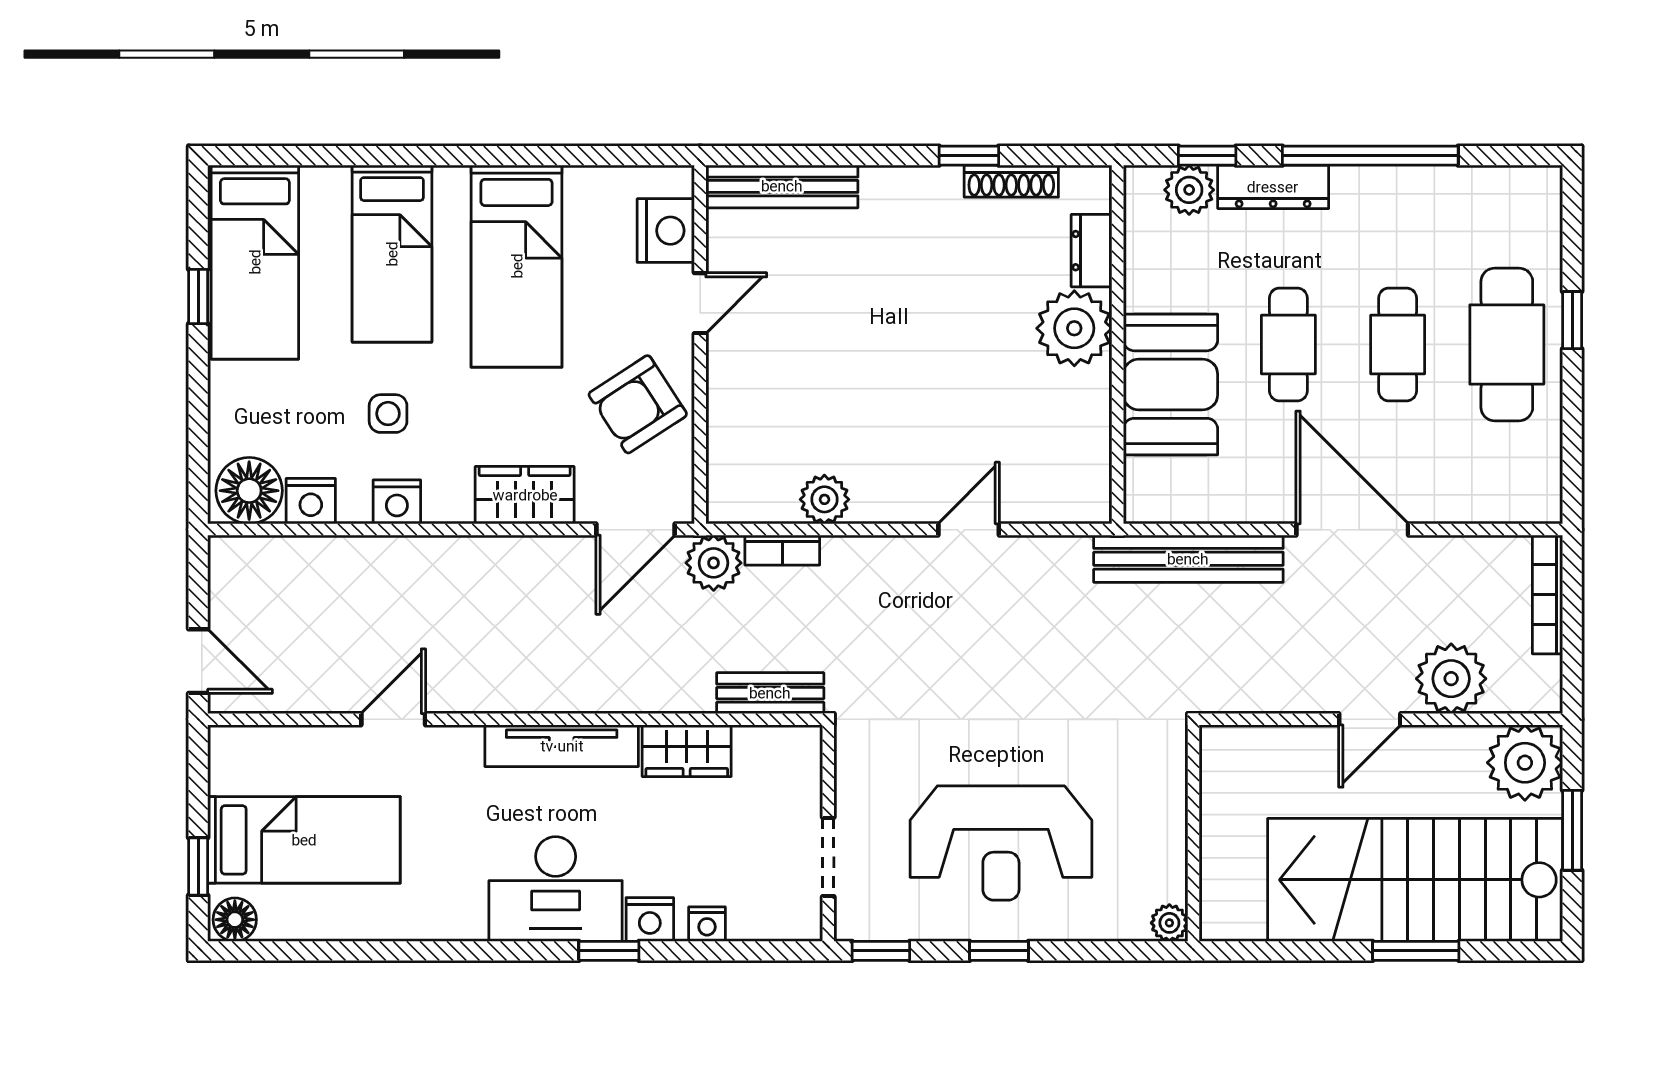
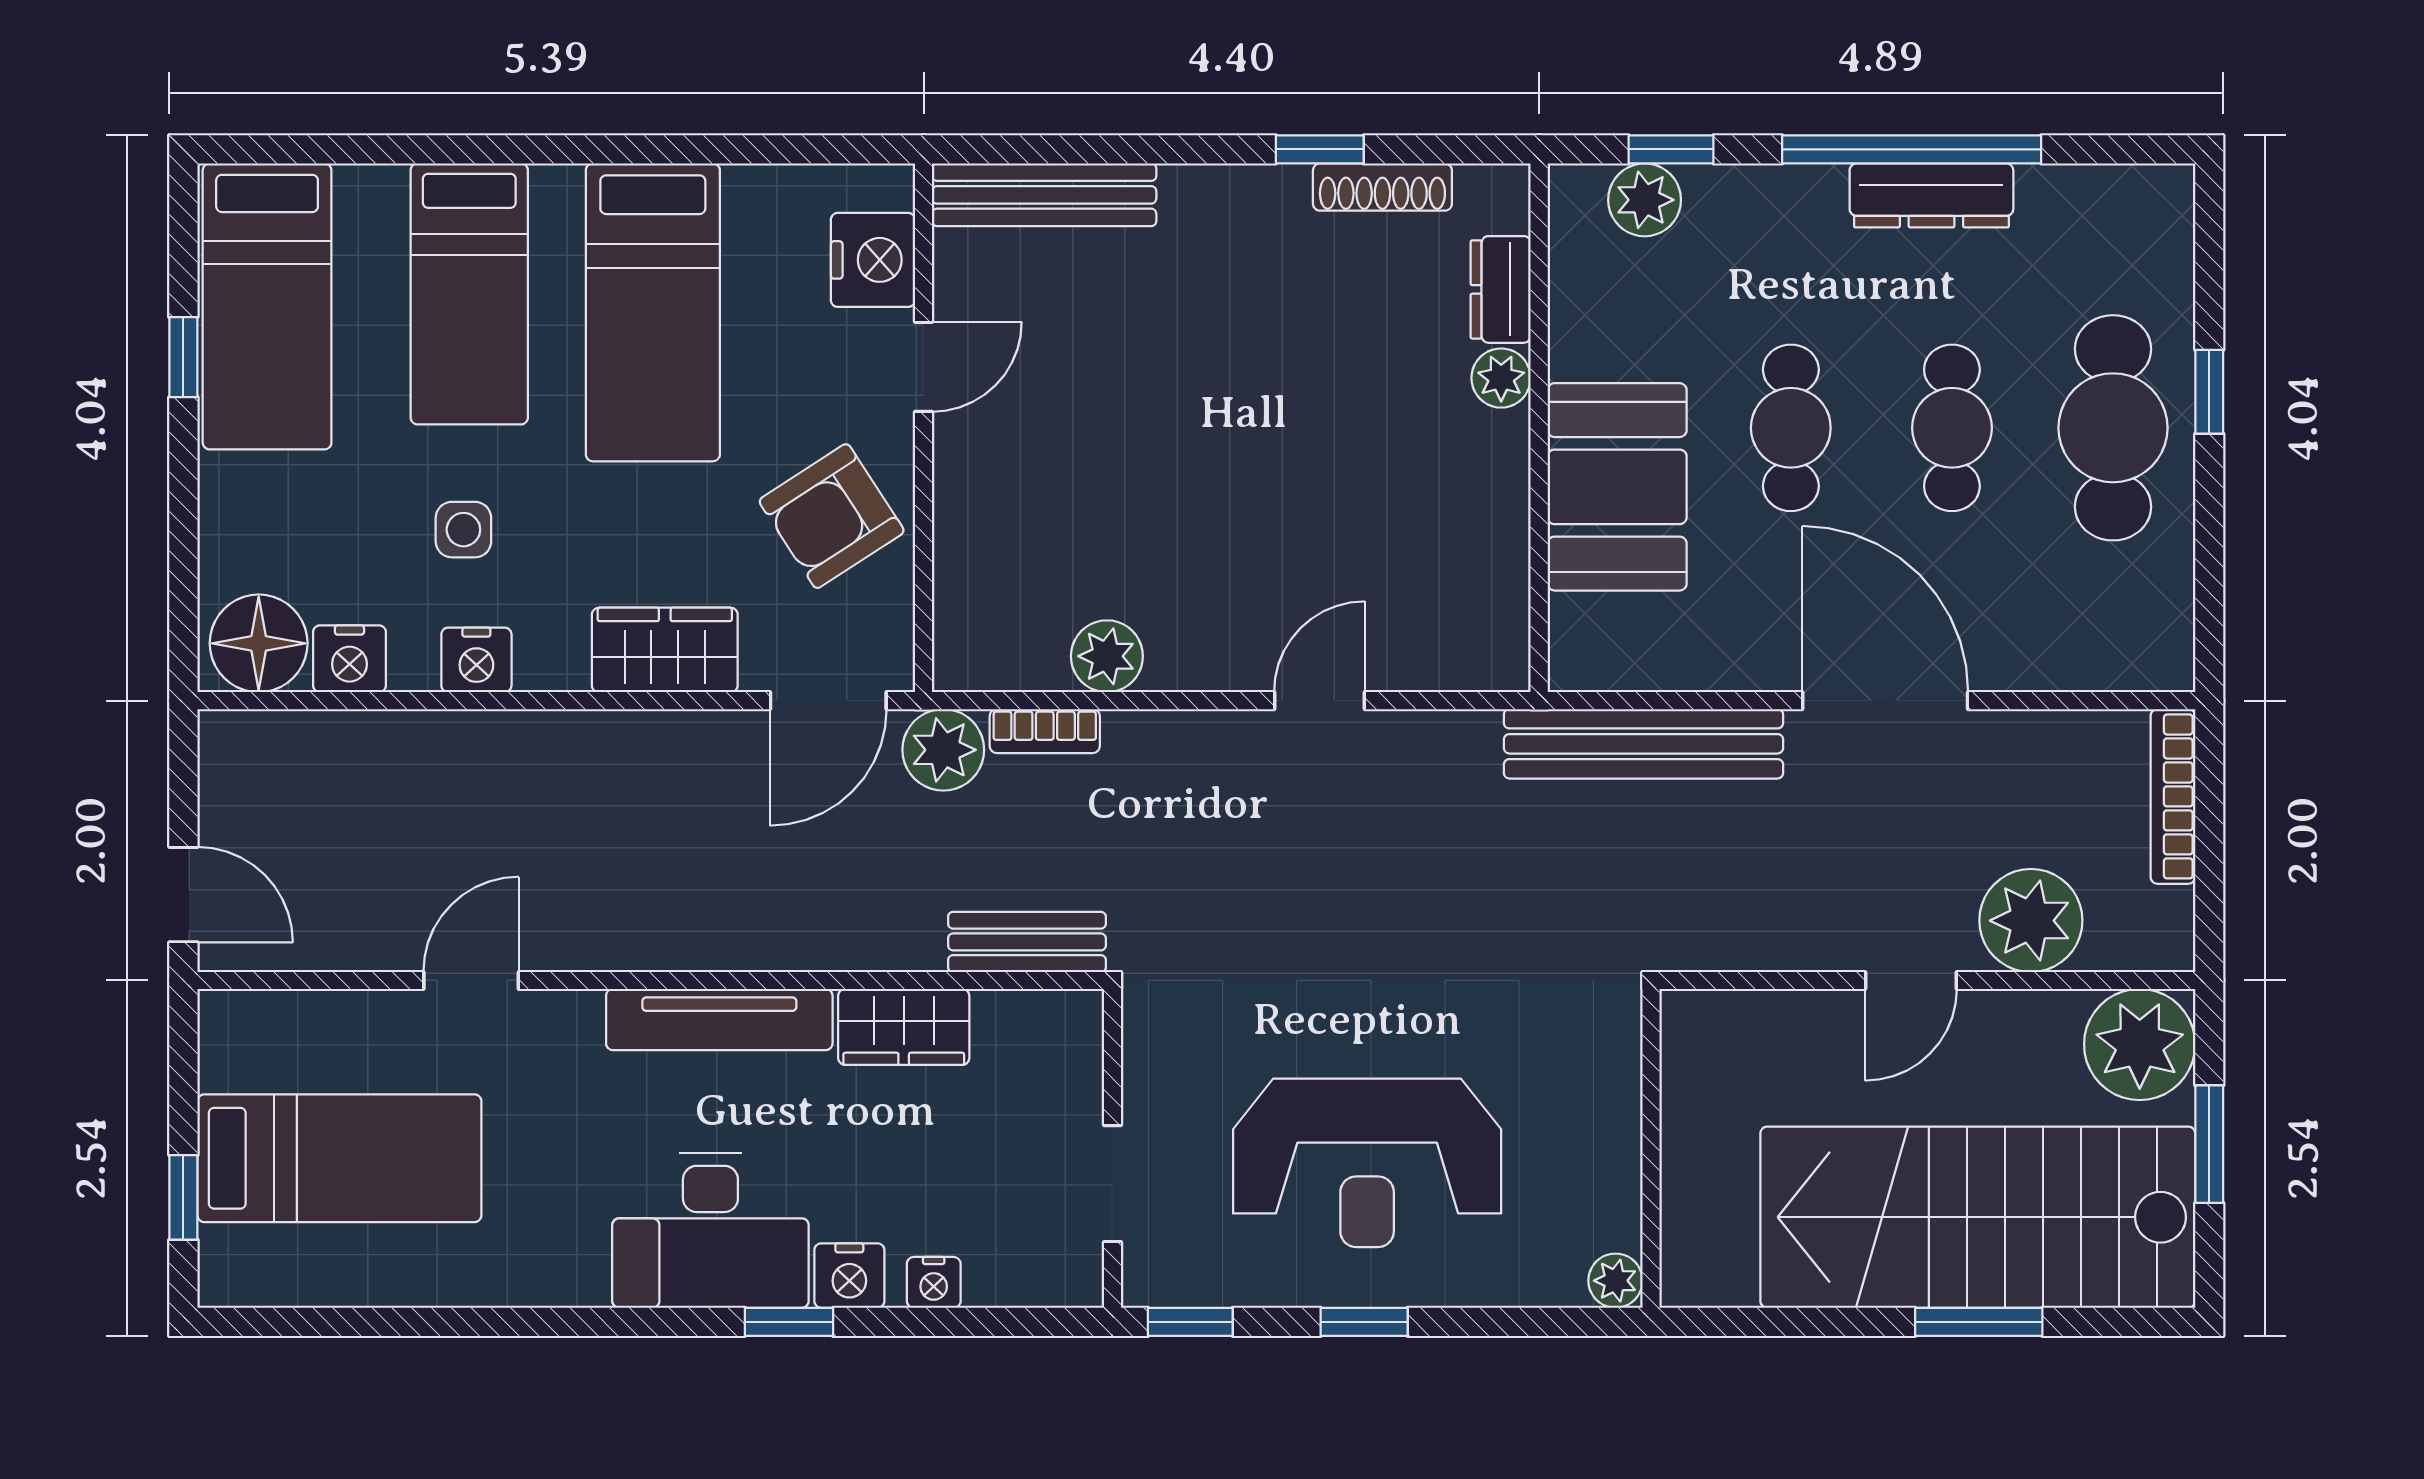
dresser: (1273, 187) -> (1931, 195), moved
plant: (1074, 328) -> (1501, 378), width x0.53, depth x0.53
floor lamp: (235, 920) -> (237, 1276), removed

